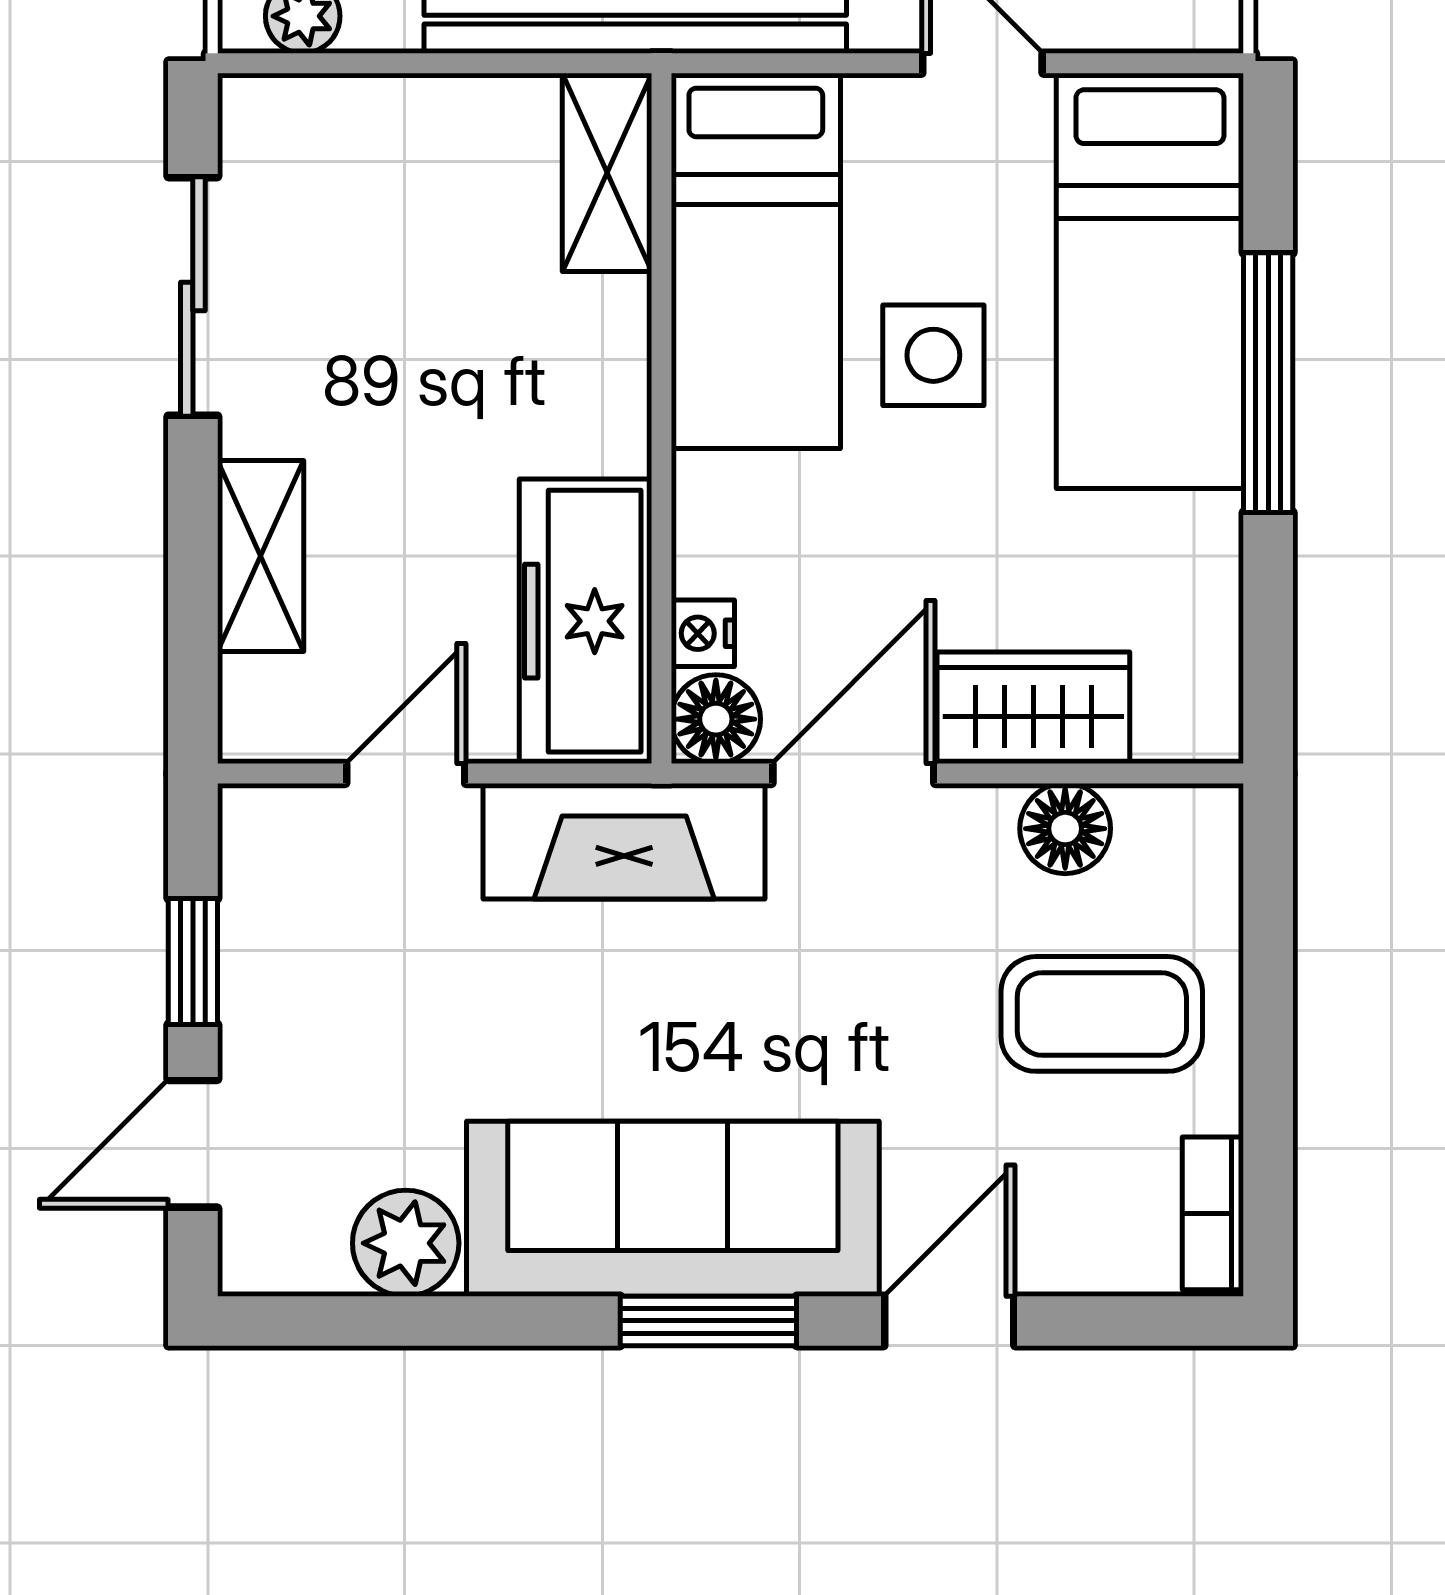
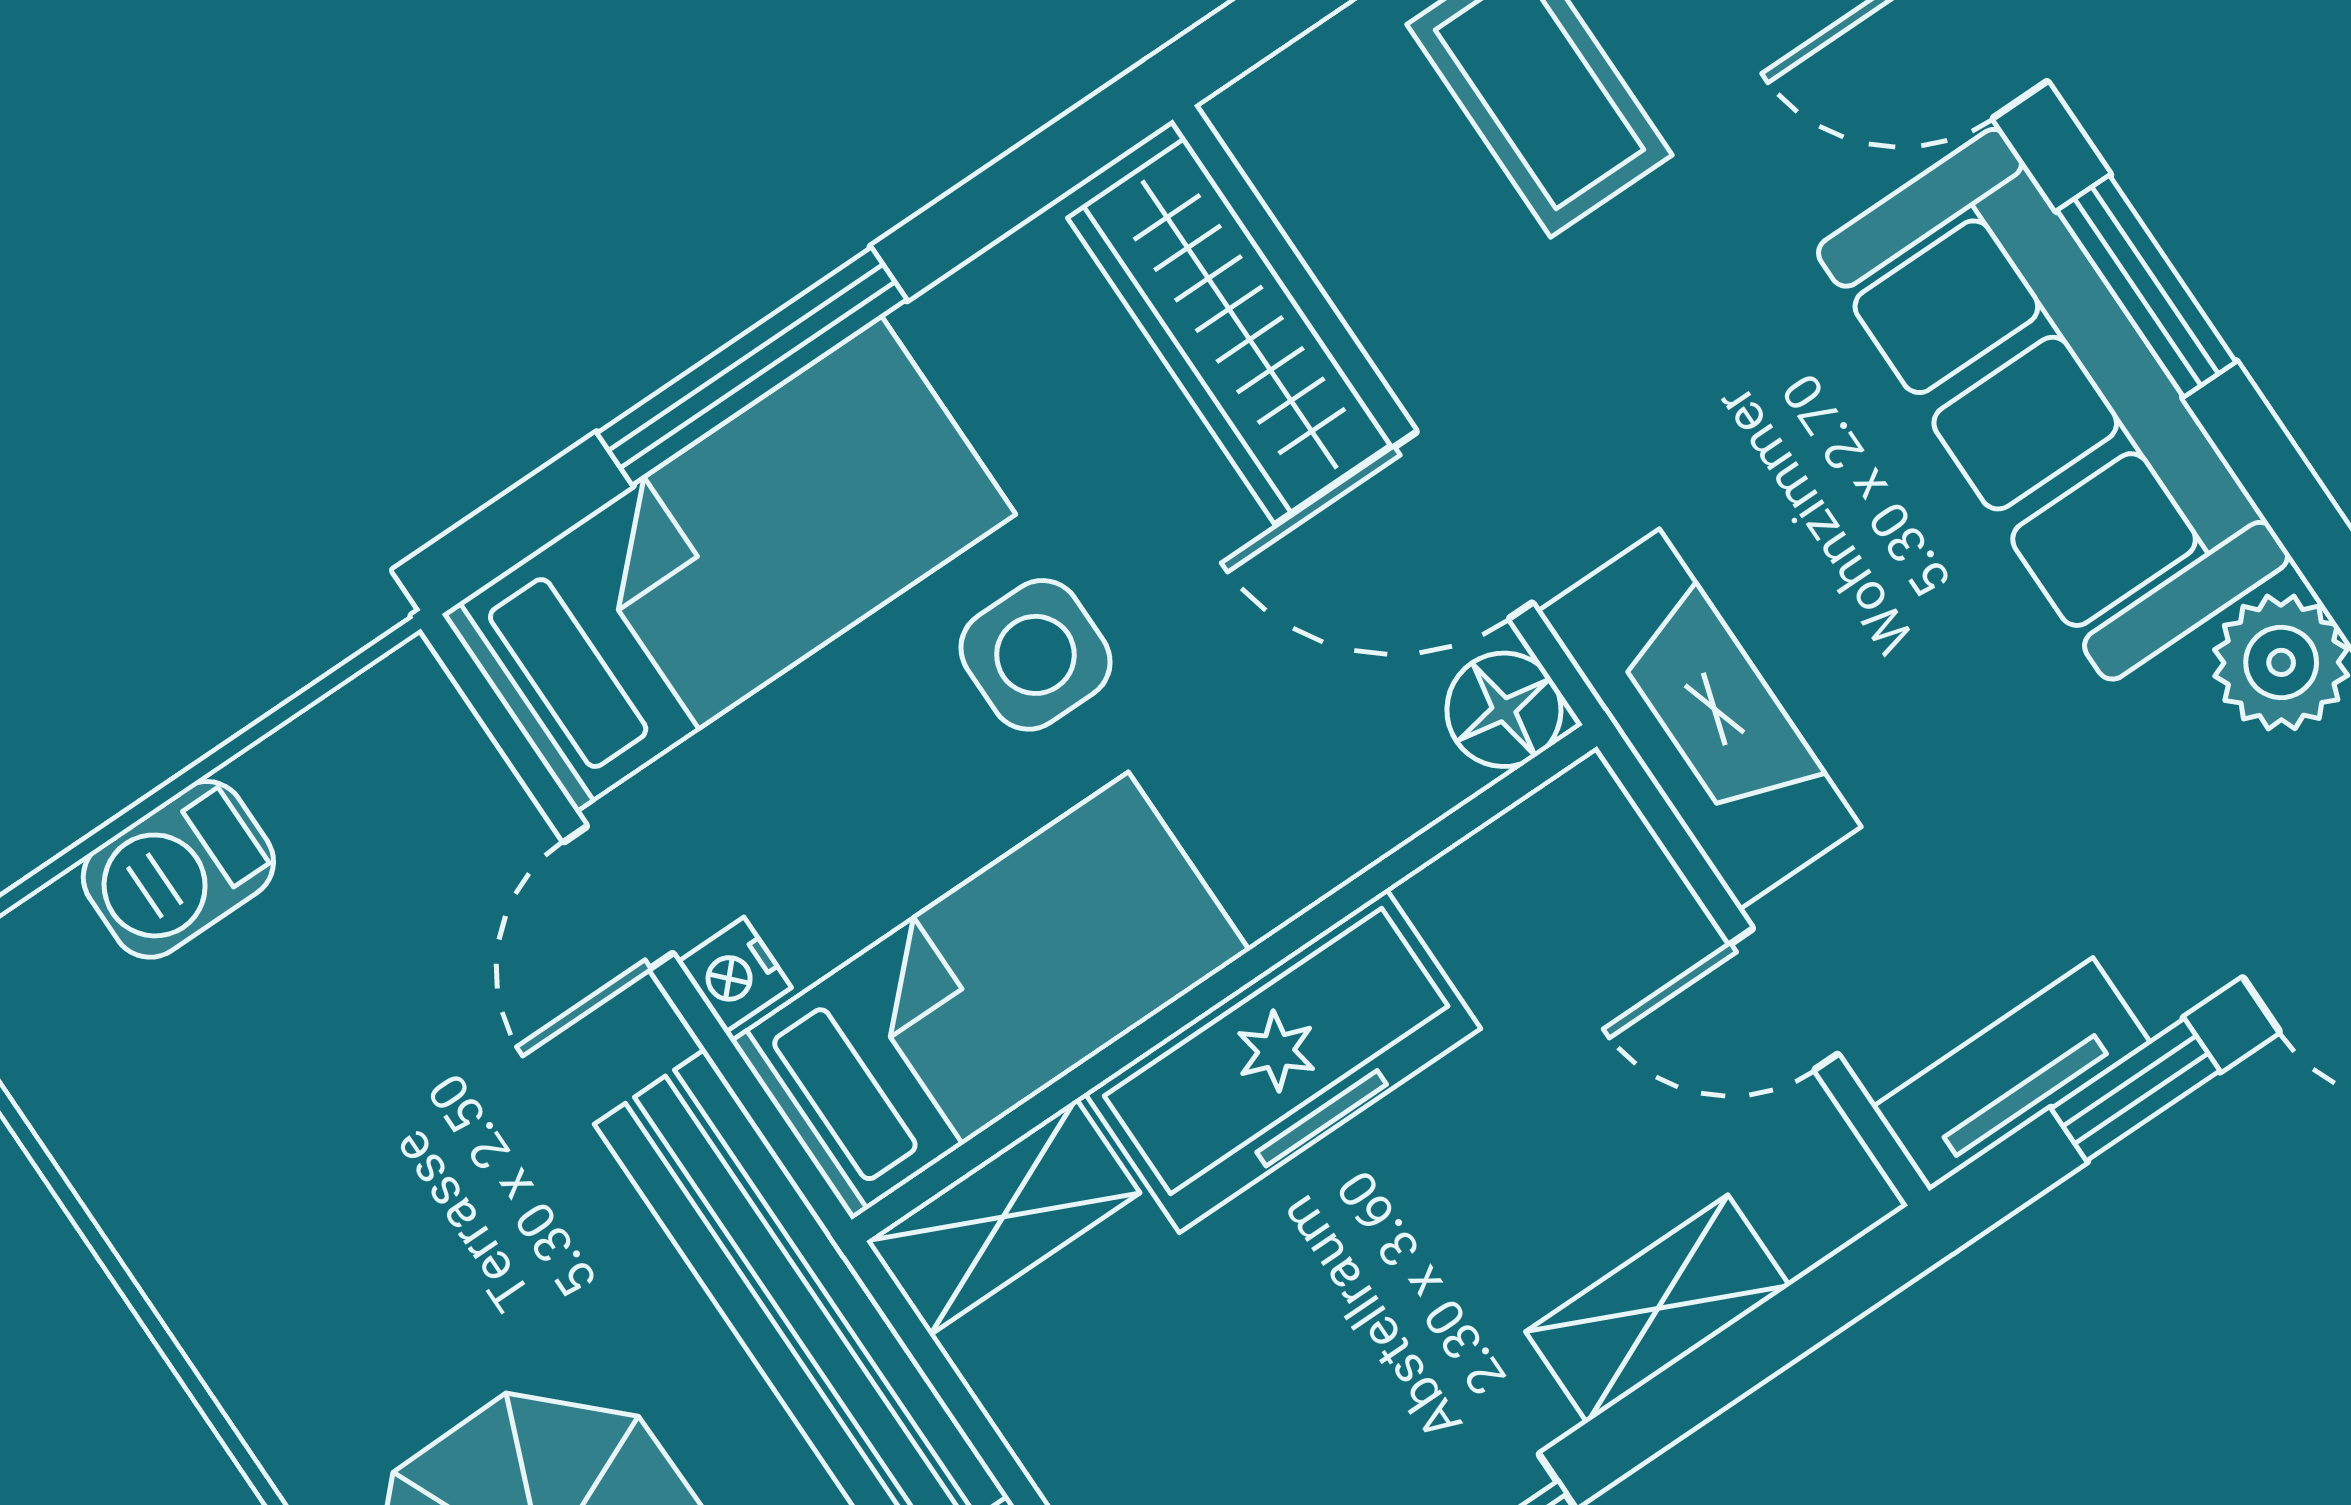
side table: (933, 355) -> (1035, 655), moved
freezer: (585, 621) -> (1283, 1061), moved
nightstand: (703, 633) -> (734, 975), moved, turned 90
wardrobe: (1033, 708) -> (1230, 331), width x1.50
floor lamp: (1065, 829) -> (1369, 261), removed
tv unit: (257, 888) -> (2011, 1074), added

